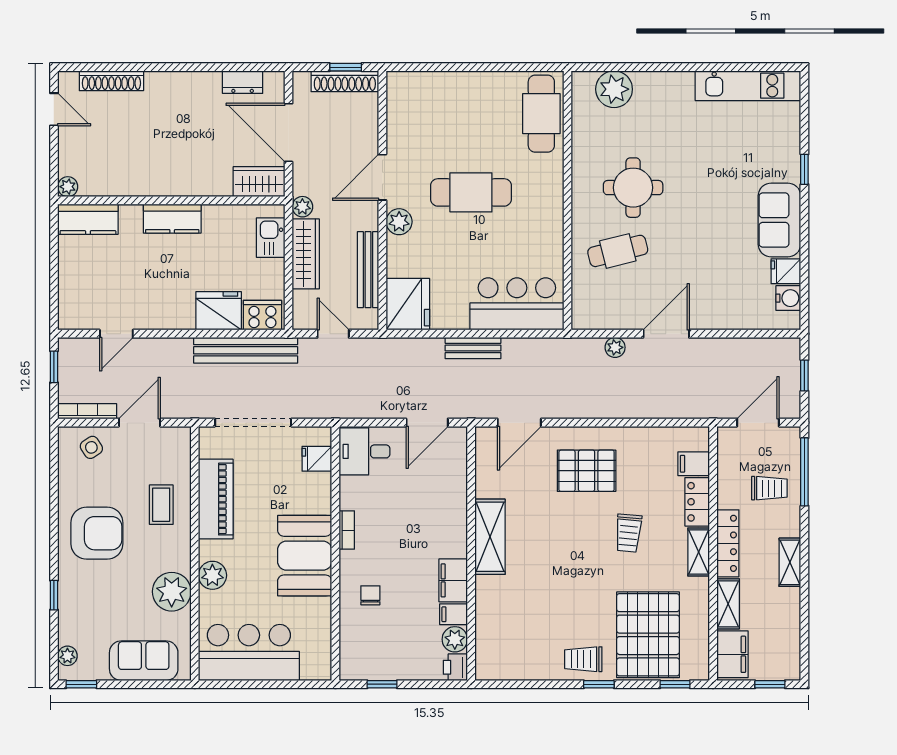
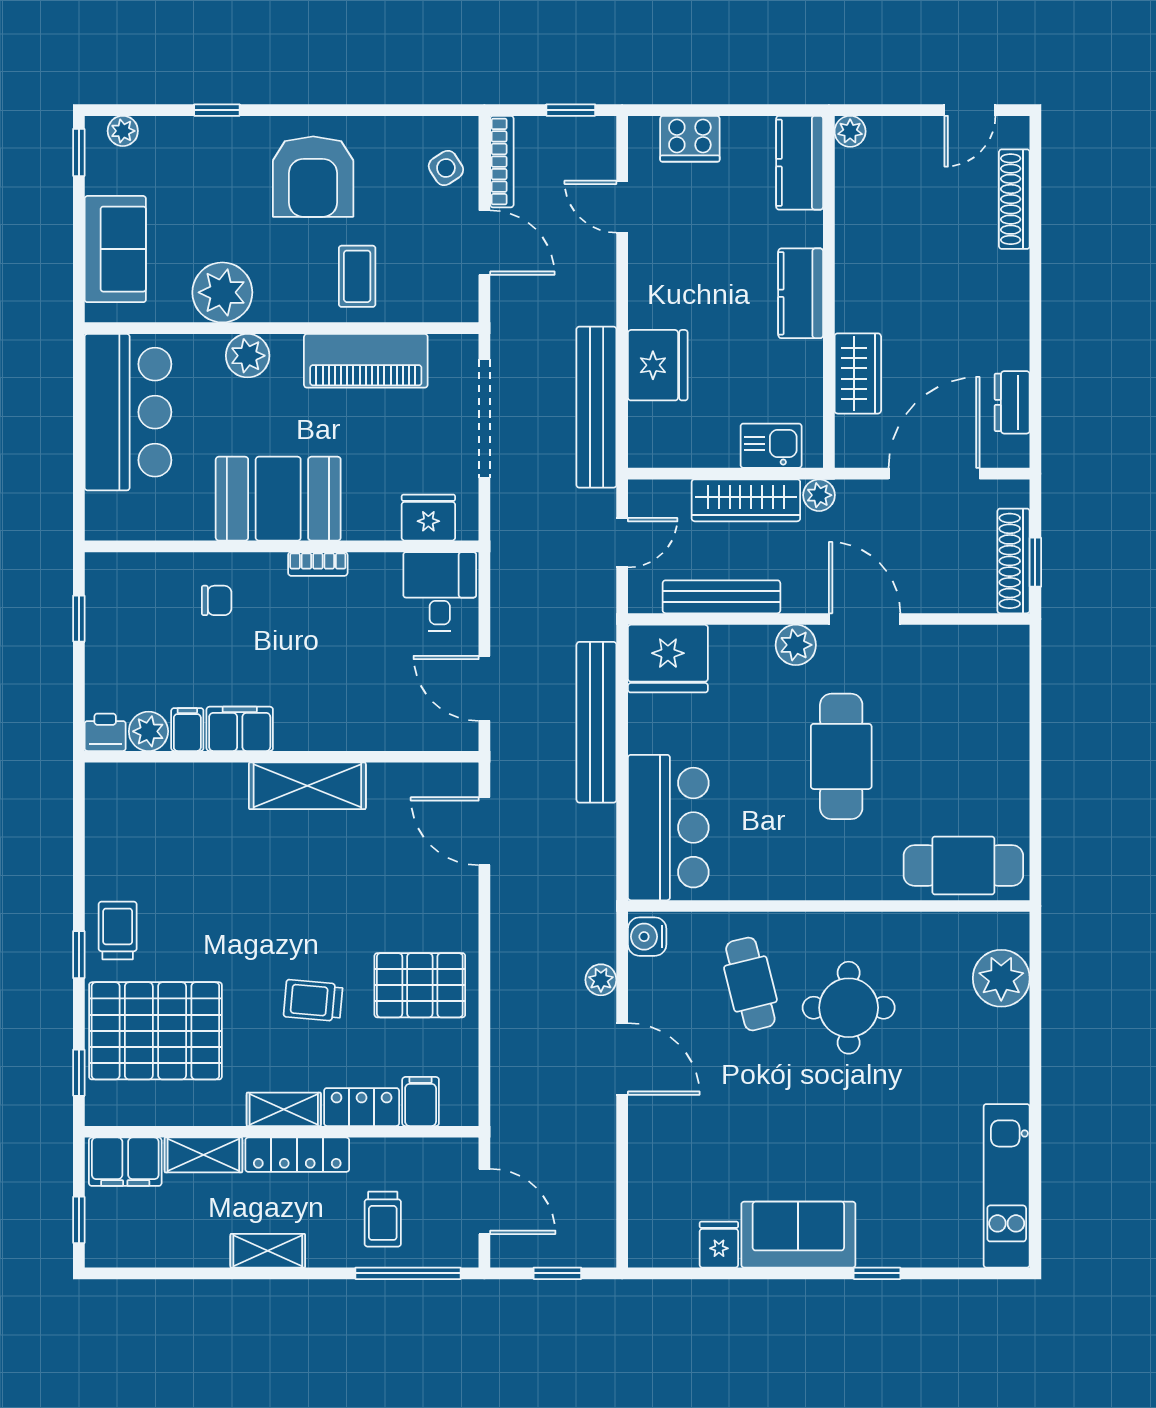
wardrobe: (259, 182) -> (858, 373), moved
water cooler: (788, 298) -> (647, 937), moved, turned 90
cooker: (262, 315) -> (690, 139), moved, turned 90
bench: (473, 348) -> (596, 722), width x1.86, depth x1.21
fridge: (317, 459) -> (428, 518), width x1.38
pallet: (587, 471) -> (420, 985), moved, turned 90
coffee table: (161, 505) -> (357, 276), turned 90

